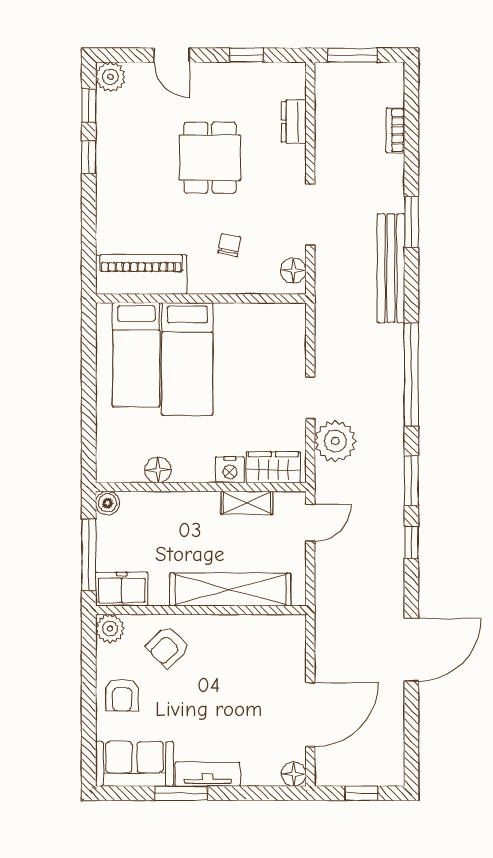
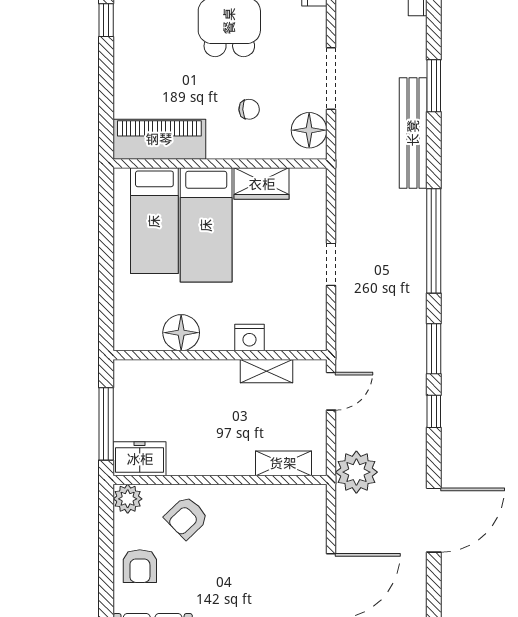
chair: (230, 245) -> (249, 109), turned 76
floor lamp: (293, 270) -> (309, 130), width x1.38, depth x1.38
plant: (335, 441) -> (356, 472), moved
wardrobe: (273, 467) -> (262, 184), moved, turned 180
floor lamp: (158, 470) -> (181, 333), width x1.38, depth x1.38
boiler: (107, 503) -> (125, 371), removed
shelving: (230, 590) -> (283, 463), width x0.45, depth x0.75

